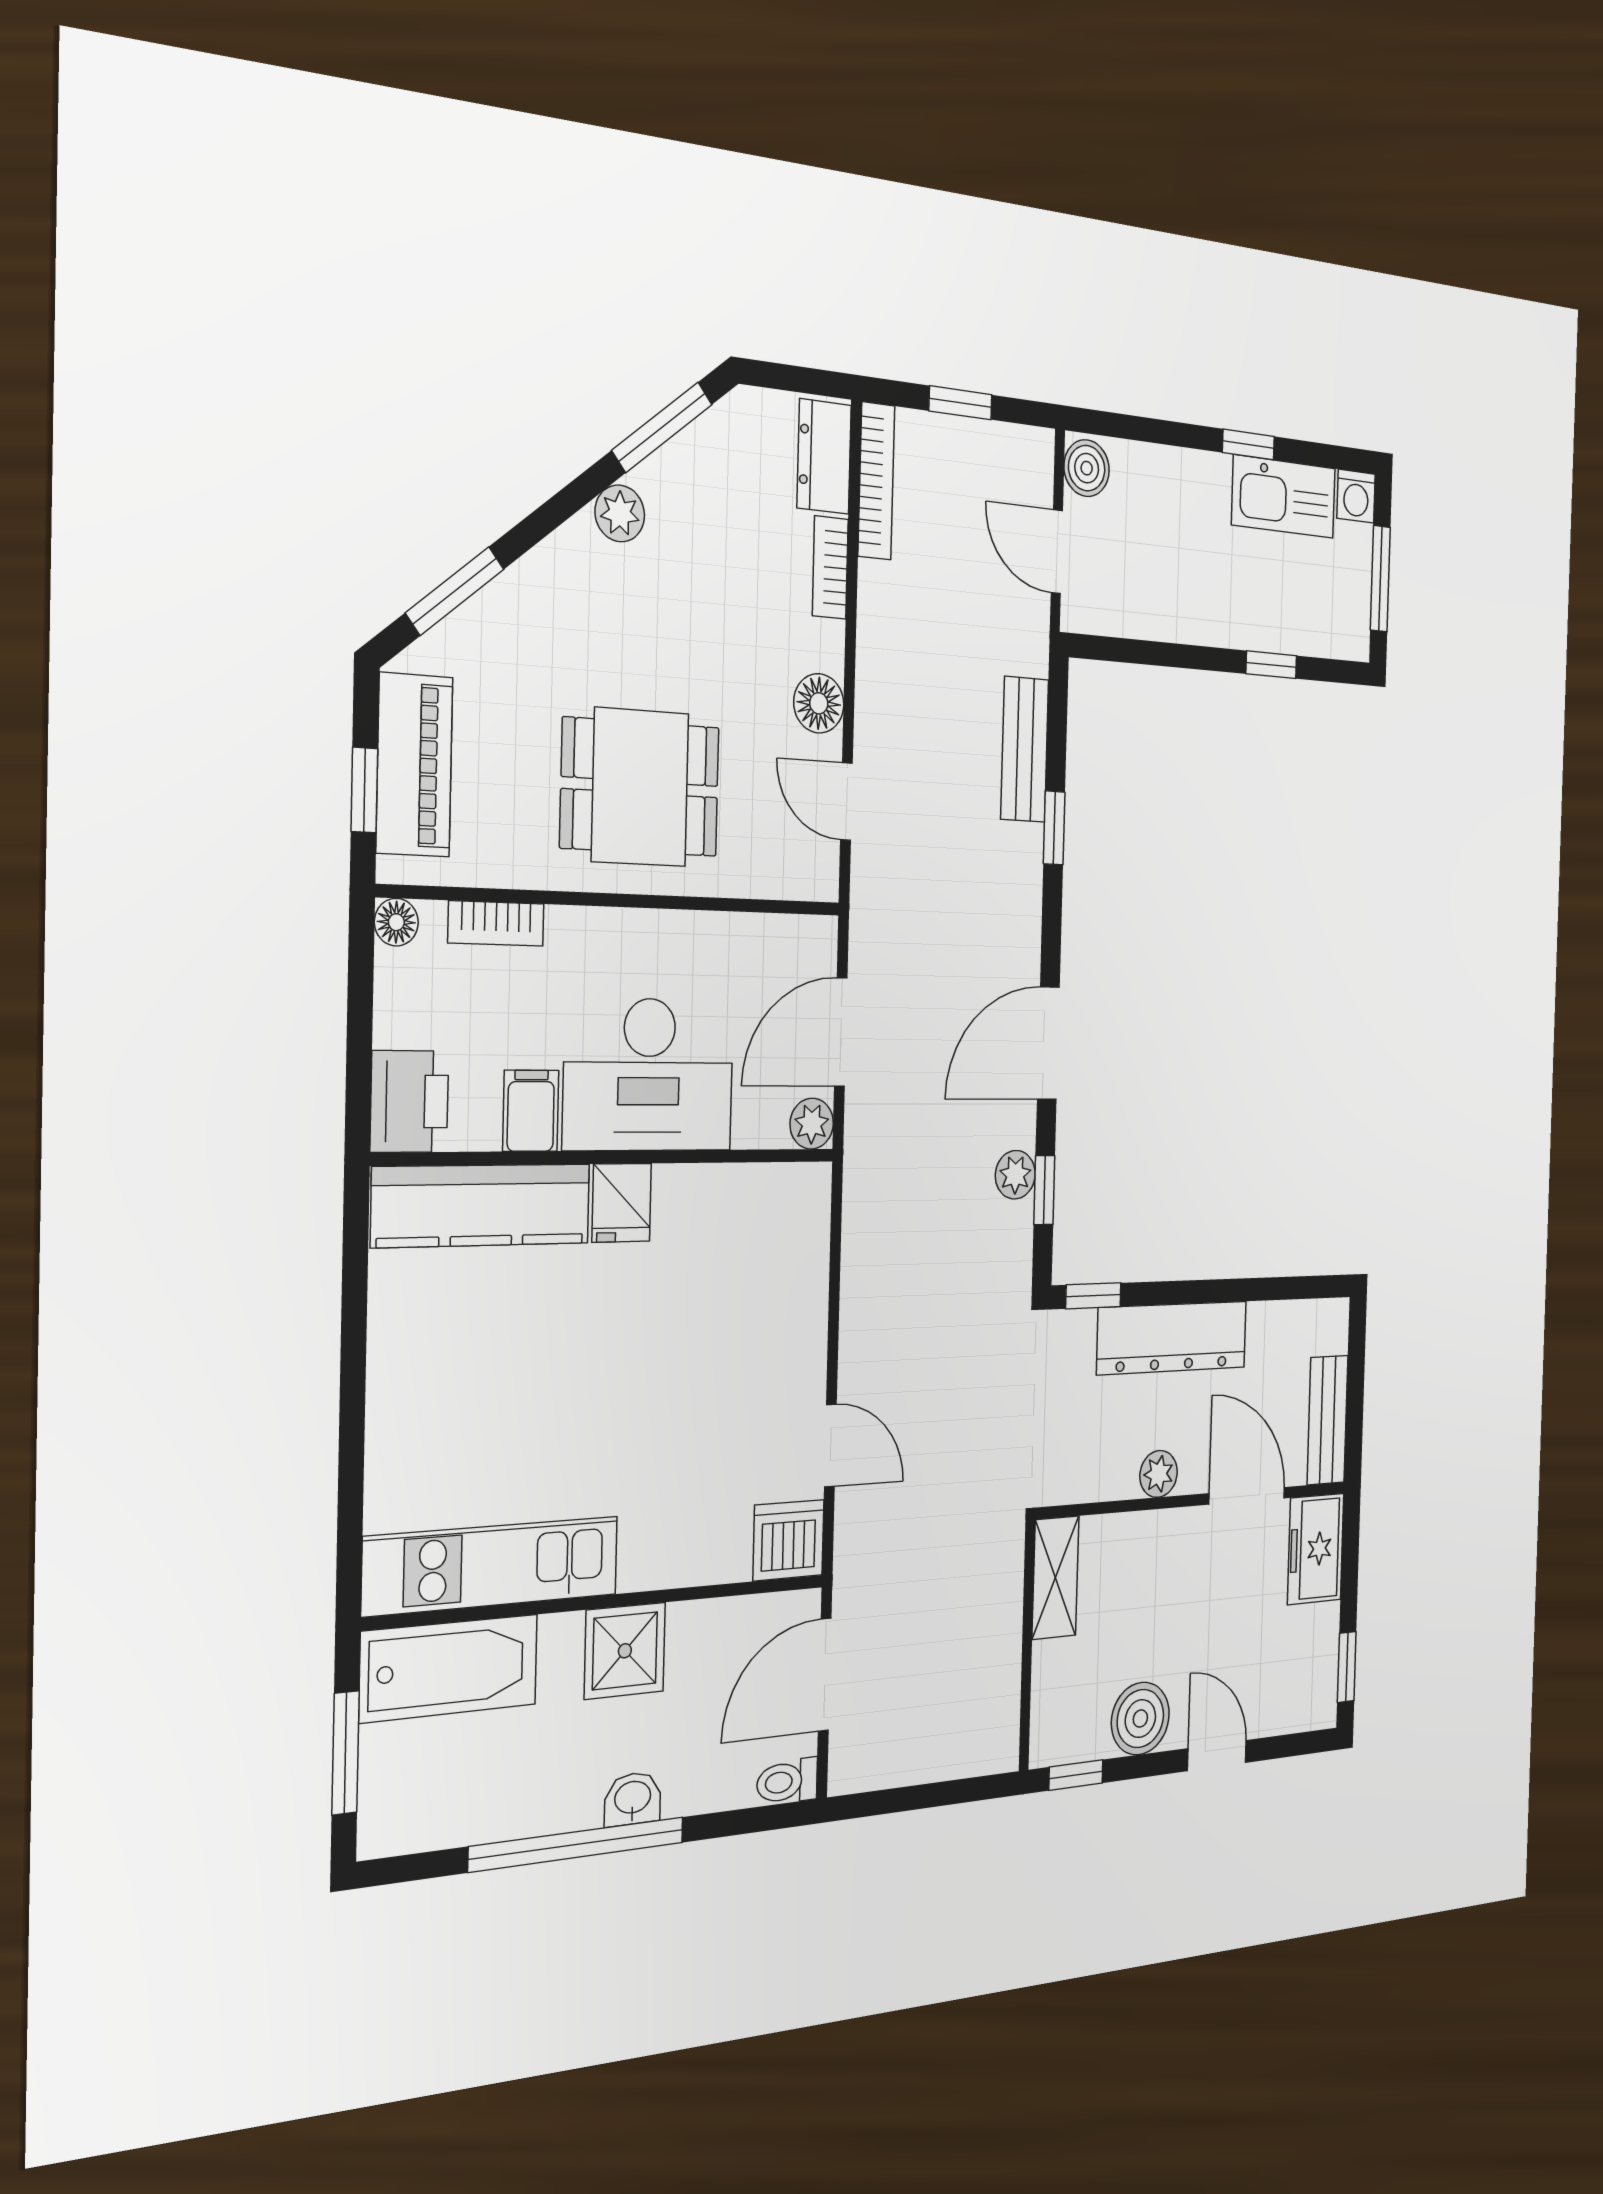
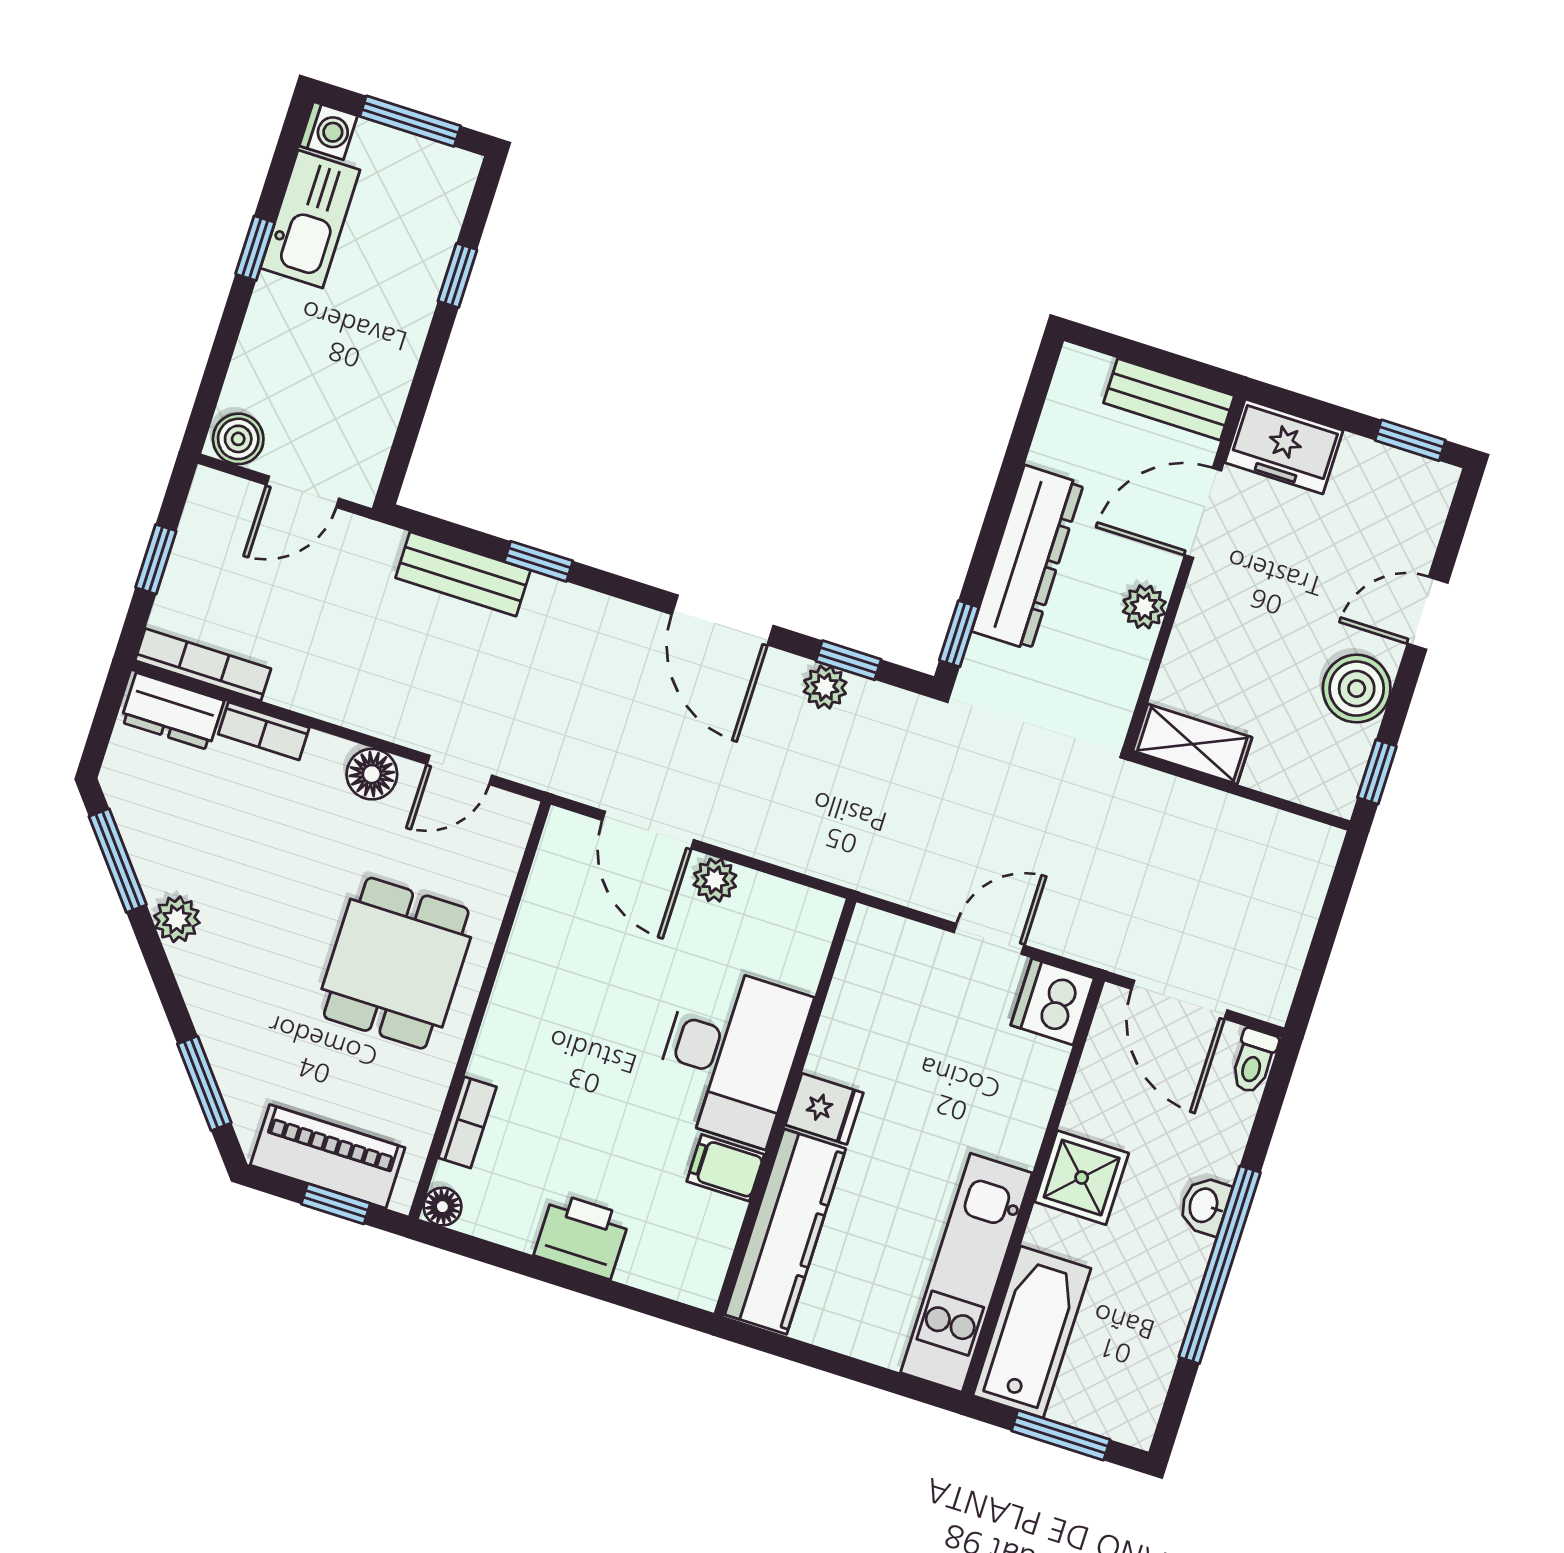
desk: (649, 1075) -> (730, 1055), moved
filing cabinet: (531, 1111) -> (725, 1168), moved
wall: (611, 1157) -> (785, 1108), moved
fridge: (622, 1203) -> (824, 1109), moved
kitchen counter: (482, 1205) -> (785, 1232), moved

